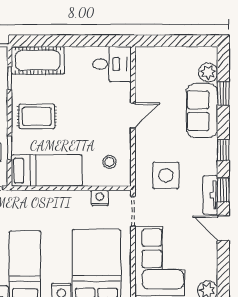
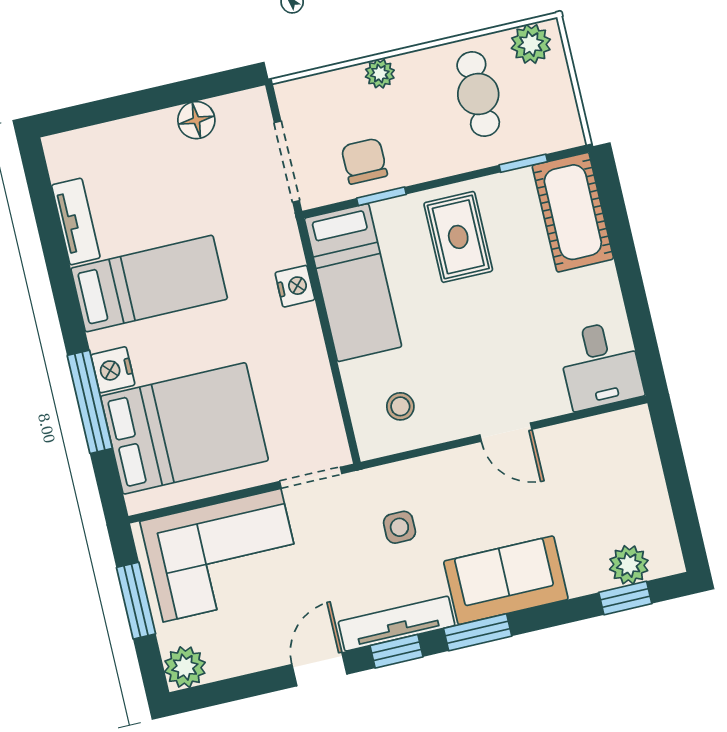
window: (223, 93) -> (625, 598), moved
sofa: (202, 111) -> (506, 580), moved
window: (223, 150) -> (478, 632), width x1.50
side table: (166, 175) -> (399, 527), width x0.54, depth x0.54
tv unit: (210, 195) -> (397, 624), width x1.41
nightstand: (100, 198) -> (295, 286), moved

